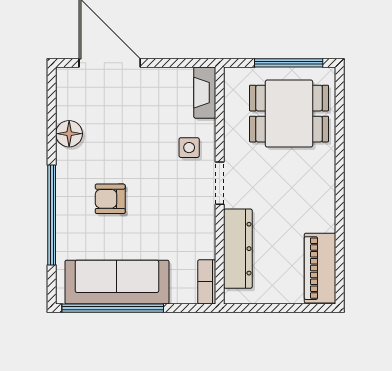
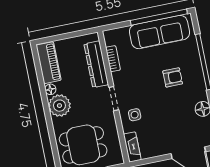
plant: (316, 190) -> (59, 106), added
floor lamp: (326, 221) -> (50, 89), added
bookcase: (207, 282) -> (113, 59), moved

